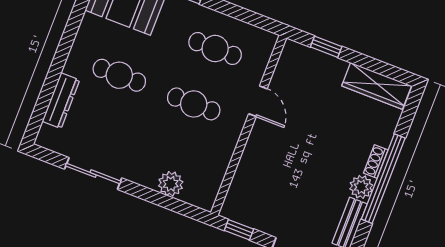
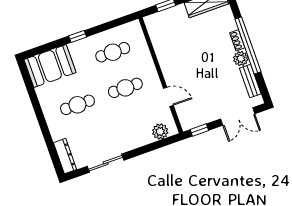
dresser: (61, 101) -> (65, 156), moved
door: (258, 101) -> (168, 97), moved
plant: (171, 184) -> (160, 131), moved

